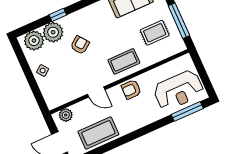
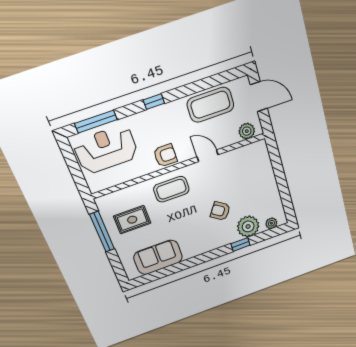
plant: (34, 41) -> (271, 223), width x0.53, depth x0.53
armchair: (80, 45) -> (220, 211), turned 72
side table: (43, 71) -> (266, 185), removed
window: (144, 131) -> (154, 102), added

